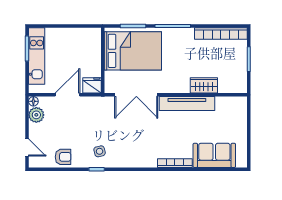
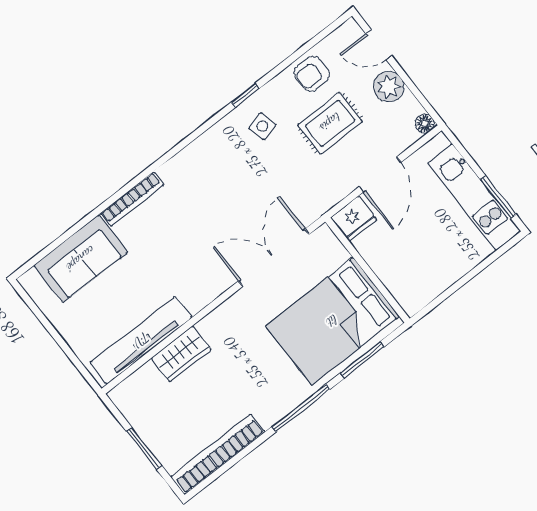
tv unit: (187, 104) -> (141, 340), moved
plant: (36, 115) -> (389, 87), moved
rug: (71, 131) -> (330, 123), added

